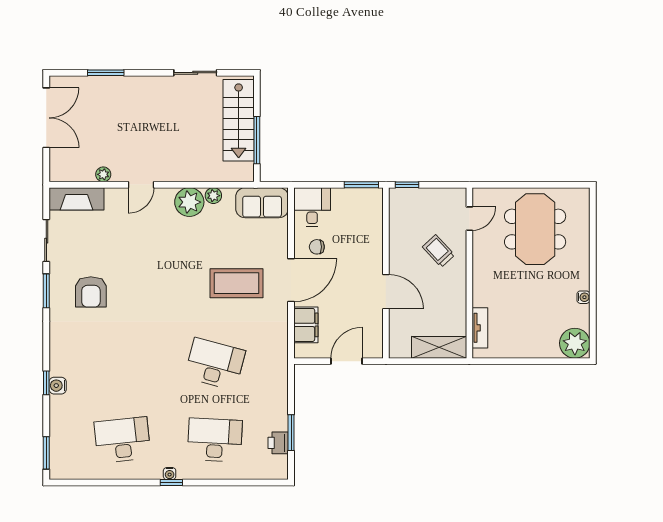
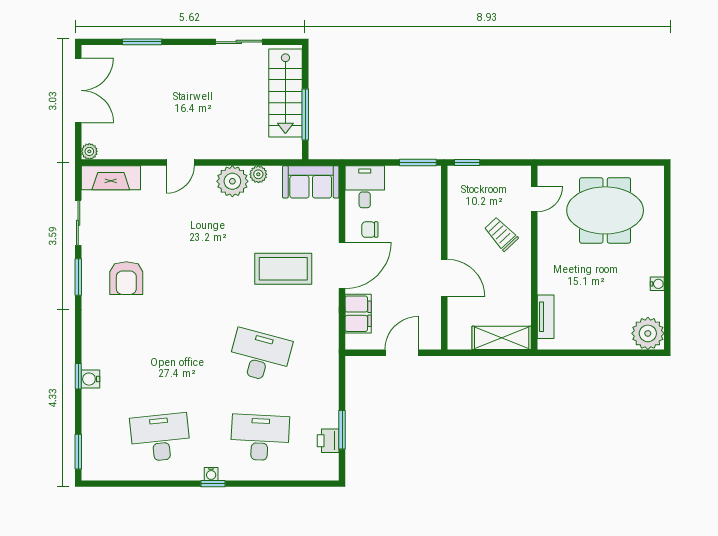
plant: (103, 174) -> (89, 151), moved
meeting table: (535, 229) -> (605, 210), turned 90

